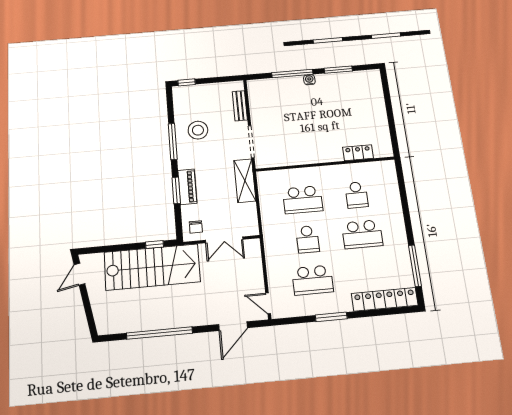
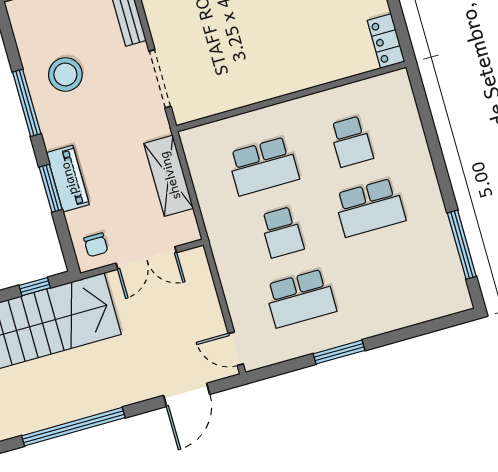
locker: (358, 153) -> (386, 41), moved, turned -90
shelving: (245, 181) -> (169, 176), moved
locker: (385, 299) -> (420, 308), removed

